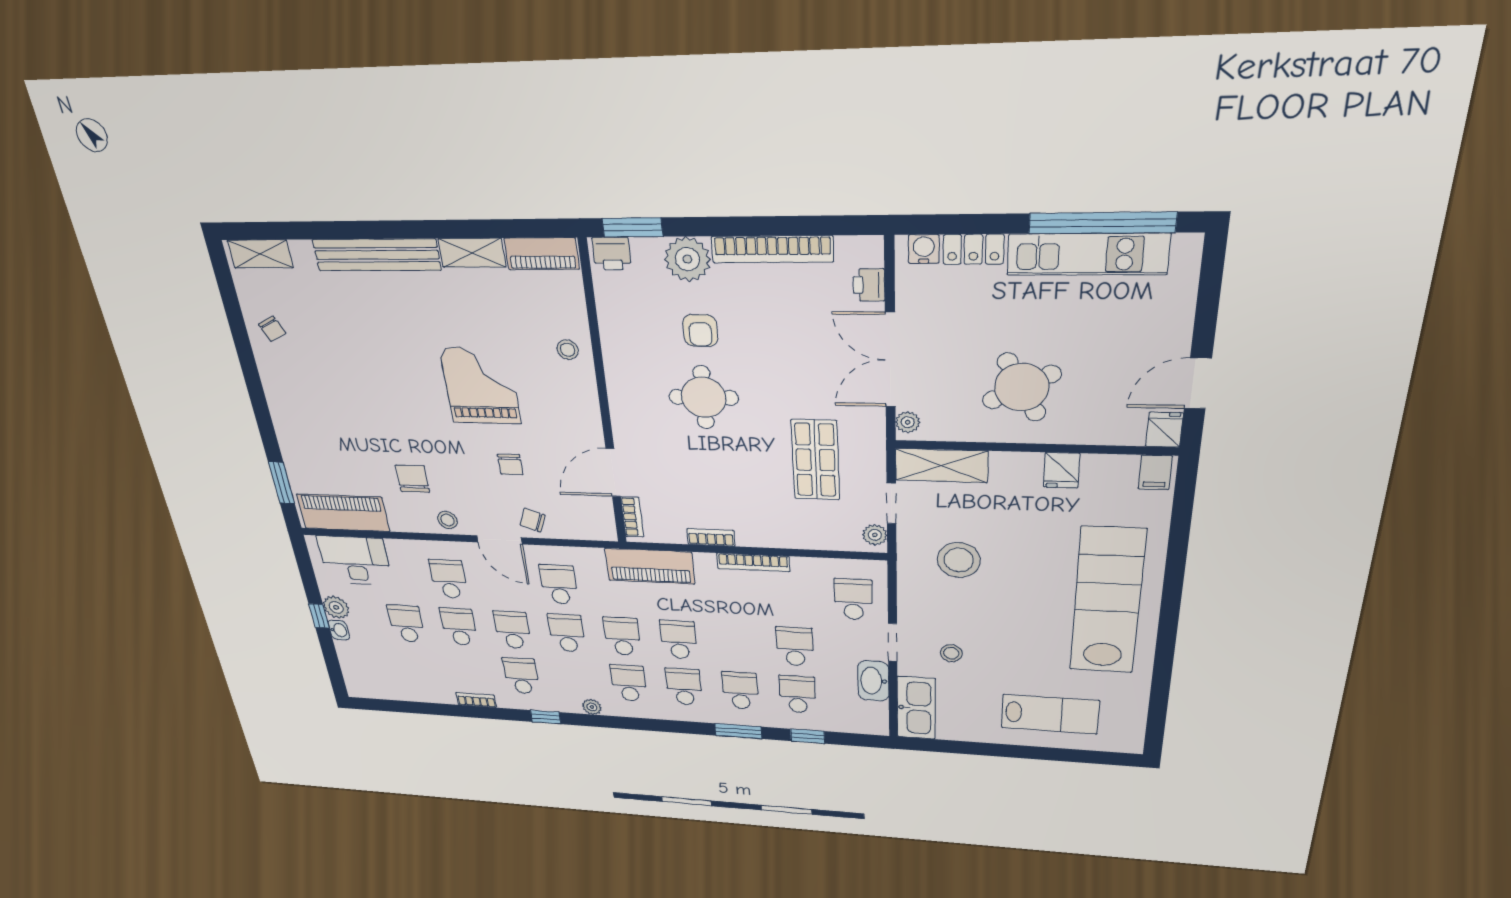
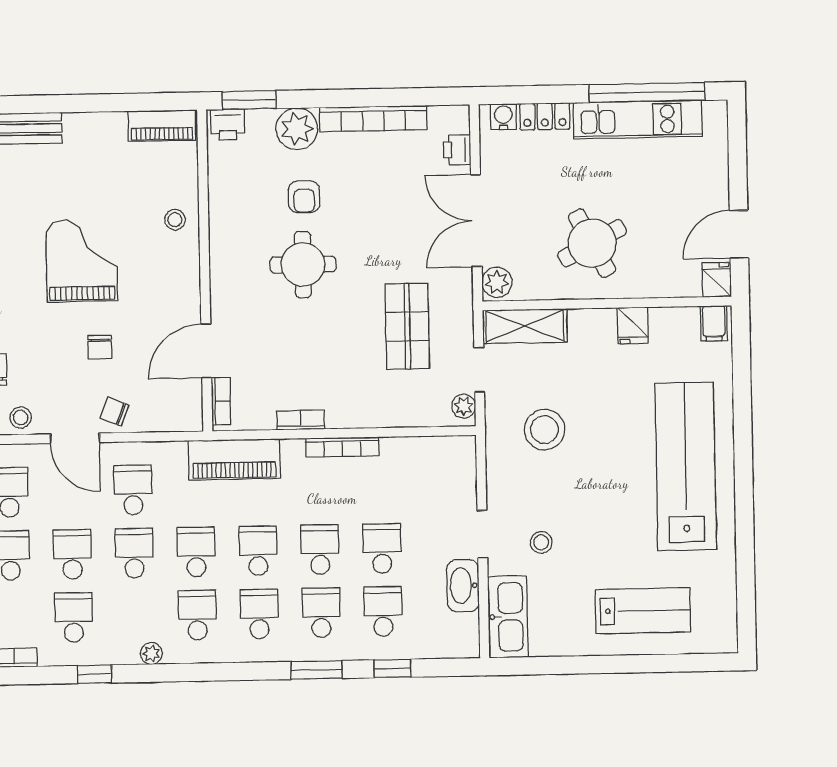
shelving: (472, 253) -> (95, 126), removed
plant: (908, 422) -> (497, 282), width x1.38, depth x1.38
school desk: (853, 599) -> (320, 550), moved

